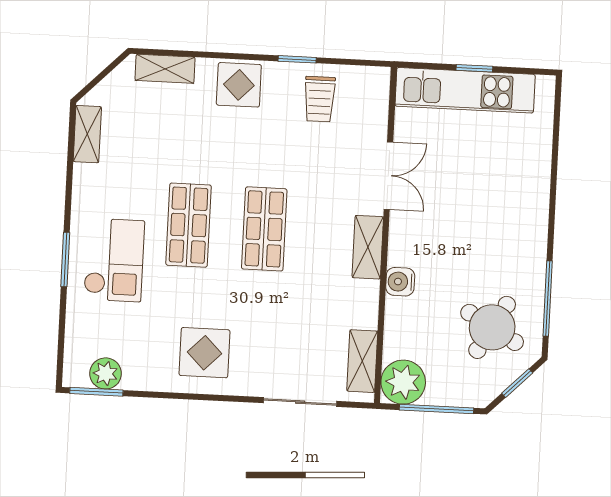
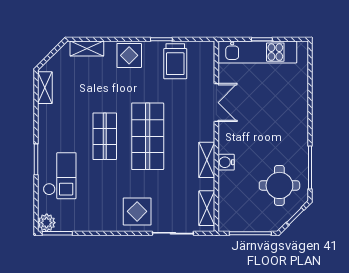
trolley: (320, 99) -> (175, 61), width x1.36, depth x1.39
shop shelf: (264, 229) -> (148, 136), width x1.43, depth x1.36
shelving: (368, 247) -> (207, 160), moved
checkout: (114, 260) -> (60, 176), moved
round table: (492, 327) -> (279, 185), turned -30
display table: (205, 353) -> (137, 211), moved
plant: (106, 373) -> (47, 223), moved
plant: (403, 382) -> (231, 219), removed

